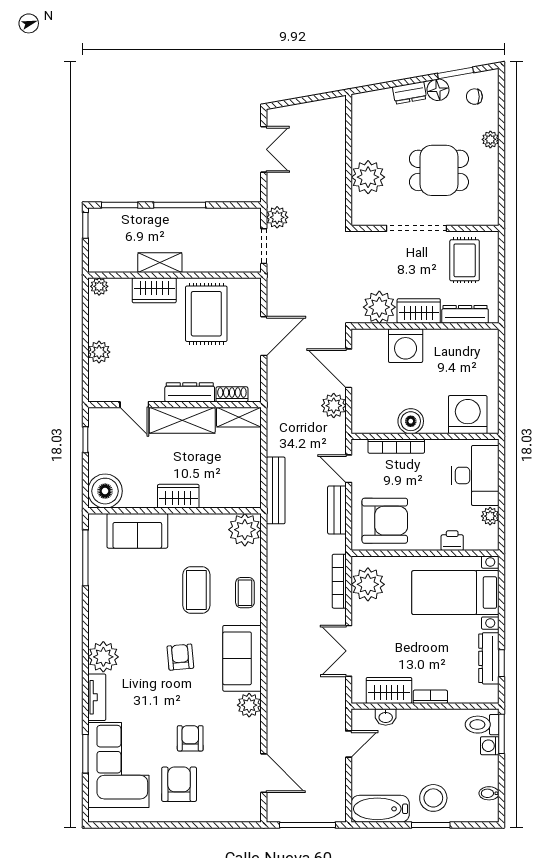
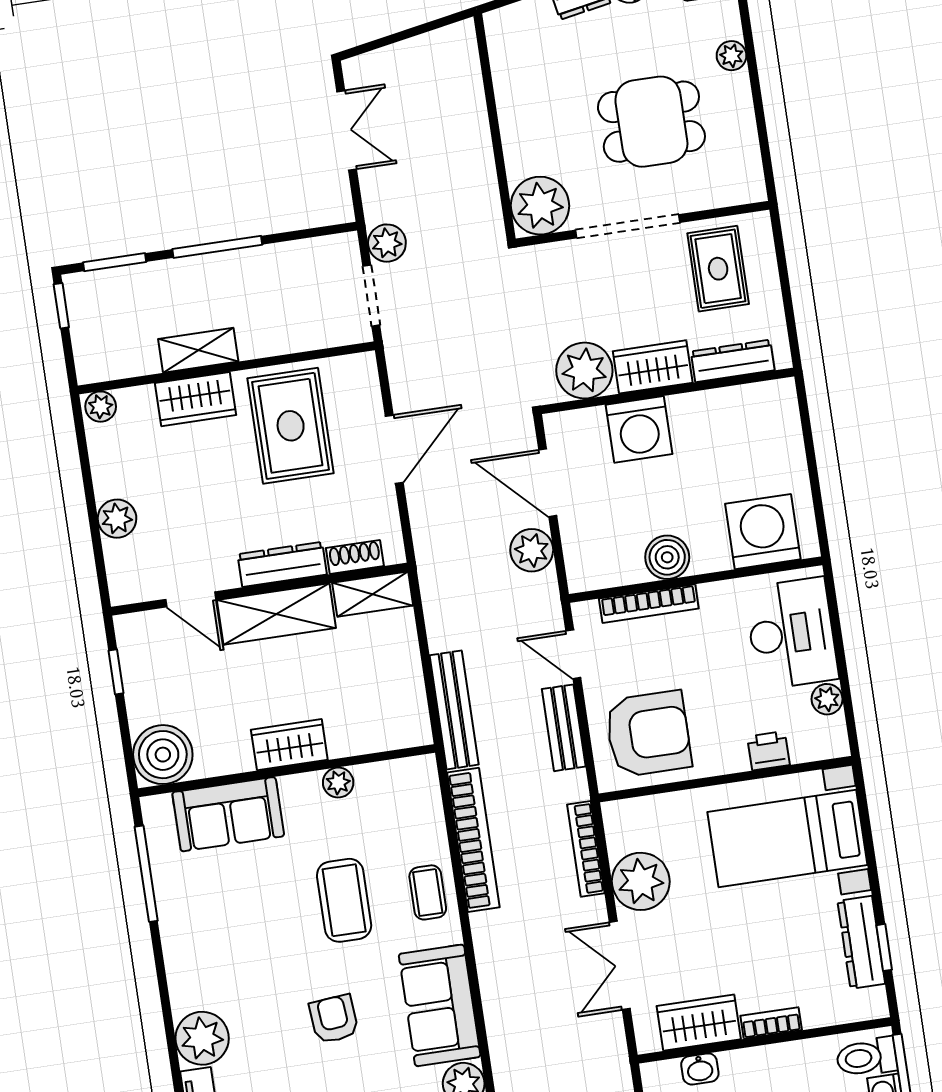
plant: (368, 177) -> (540, 206), moved
plant: (245, 530) -> (338, 783), moved, width x0.53, depth x0.53
bookcase: (276, 566) -> (473, 840), added
plant: (368, 584) -> (641, 881), moved

